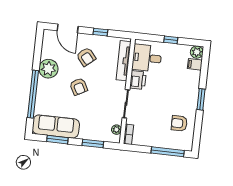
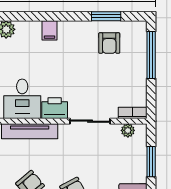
filing cabinet: (195, 64) -> (50, 30), moved
window: (201, 99) -> (106, 16), moved

